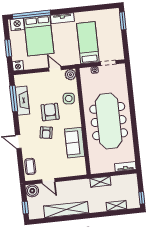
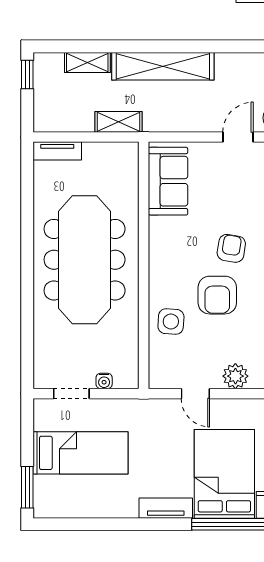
bed: (88, 43) -> (80, 453), moved, turned -90
plant: (70, 75) -> (235, 376), moved
sofa: (75, 143) -> (168, 181), moved
door: (48, 181) -> (238, 137), hinge flipped
shelving: (66, 210) -> (163, 66), moved

